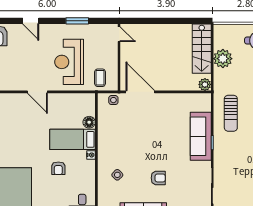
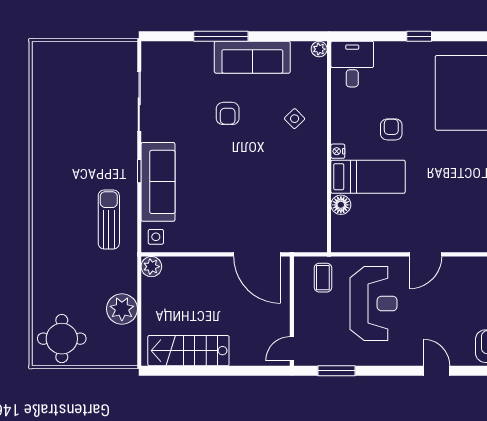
window: (77, 21) -> (336, 371), moved
door: (119, 34) -> (292, 349), hinge flipped
stairs: (202, 49) -> (188, 351), moved, turned -90
door: (37, 92) -> (425, 254), swing flipped
side table: (113, 100) -> (156, 237), moved
armchair: (158, 178) -> (228, 113), turned -90

